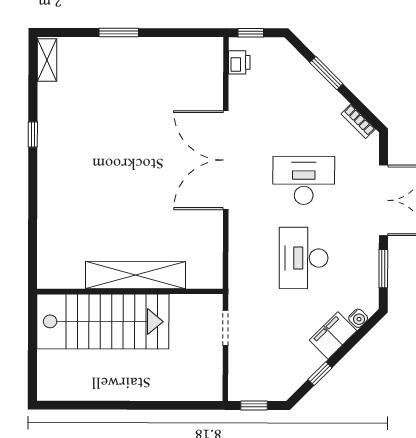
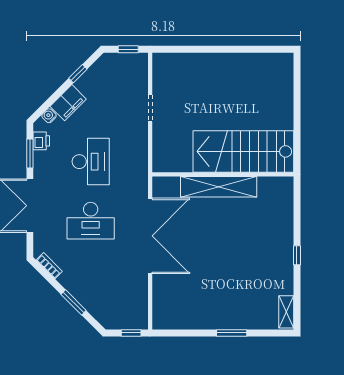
printer: (239, 62) -> (41, 141), moved, turned 180
shelving: (135, 275) -> (219, 187), moved
wall: (130, 291) -> (223, 174), moved
stairs: (103, 321) -> (243, 151), moved

